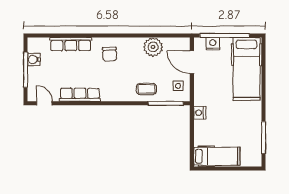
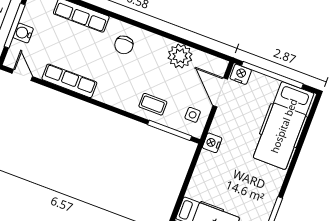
nightstand: (213, 44) -> (241, 74), moved
water cooler: (34, 60) -> (23, 33), moved
nightstand: (200, 113) -> (212, 143), moved

